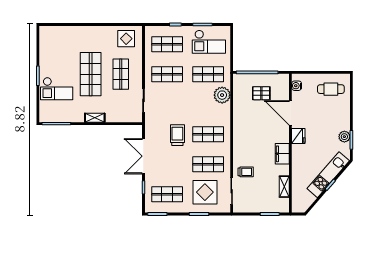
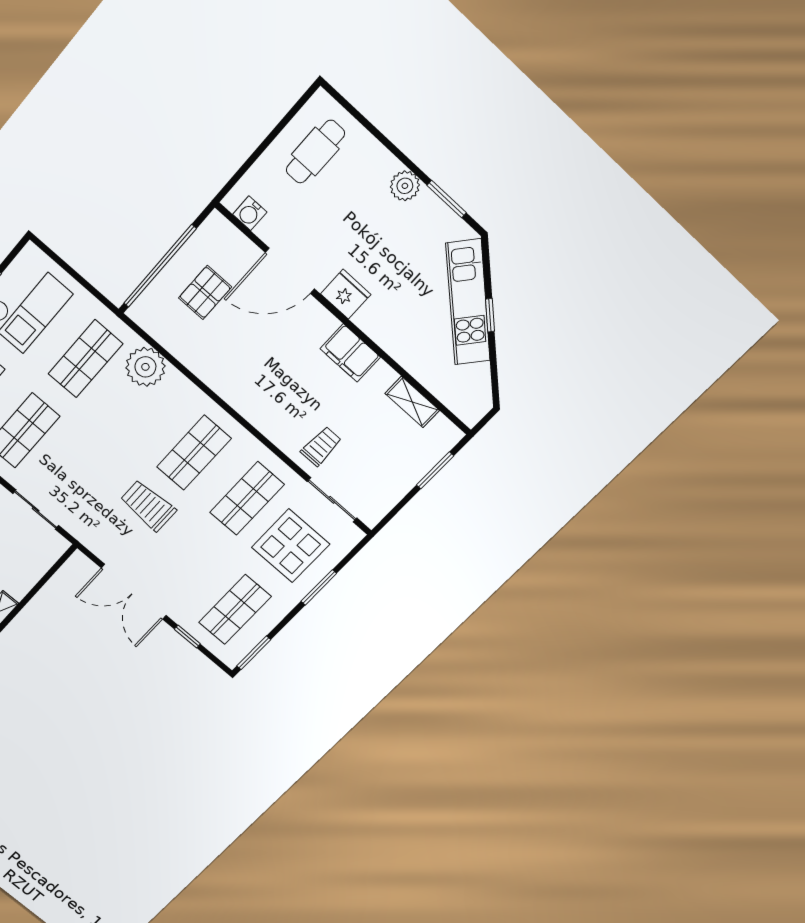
plant: (344, 137) -> (405, 186), moved

